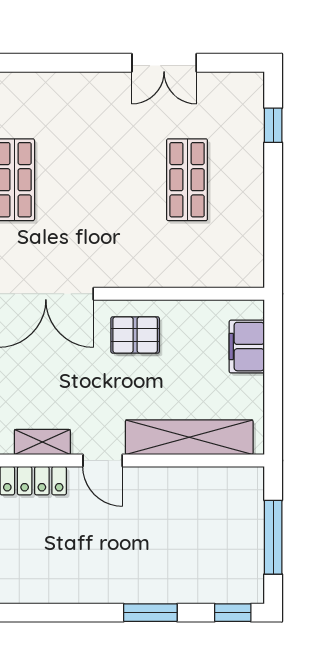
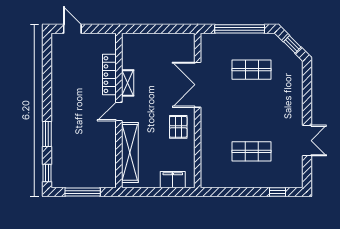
double door: (164, 63) -> (307, 141), swing flipped

